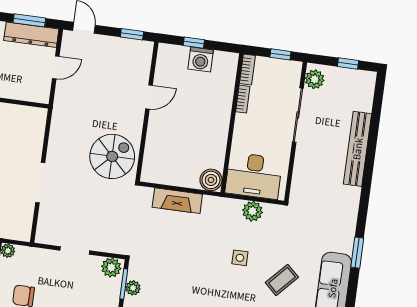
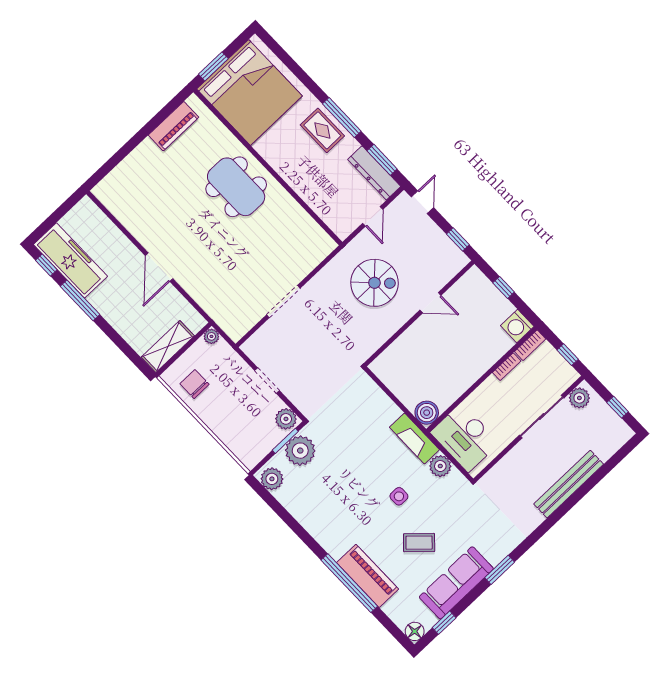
washing machine: (201, 59) -> (517, 326), moved
door: (56, 67) -> (373, 216), hinge flipped
spiral stairs: (112, 156) -> (374, 283), moved
fireplace: (177, 201) -> (414, 438), moved
plant: (133, 288) -> (300, 451), width x1.87, depth x1.87

